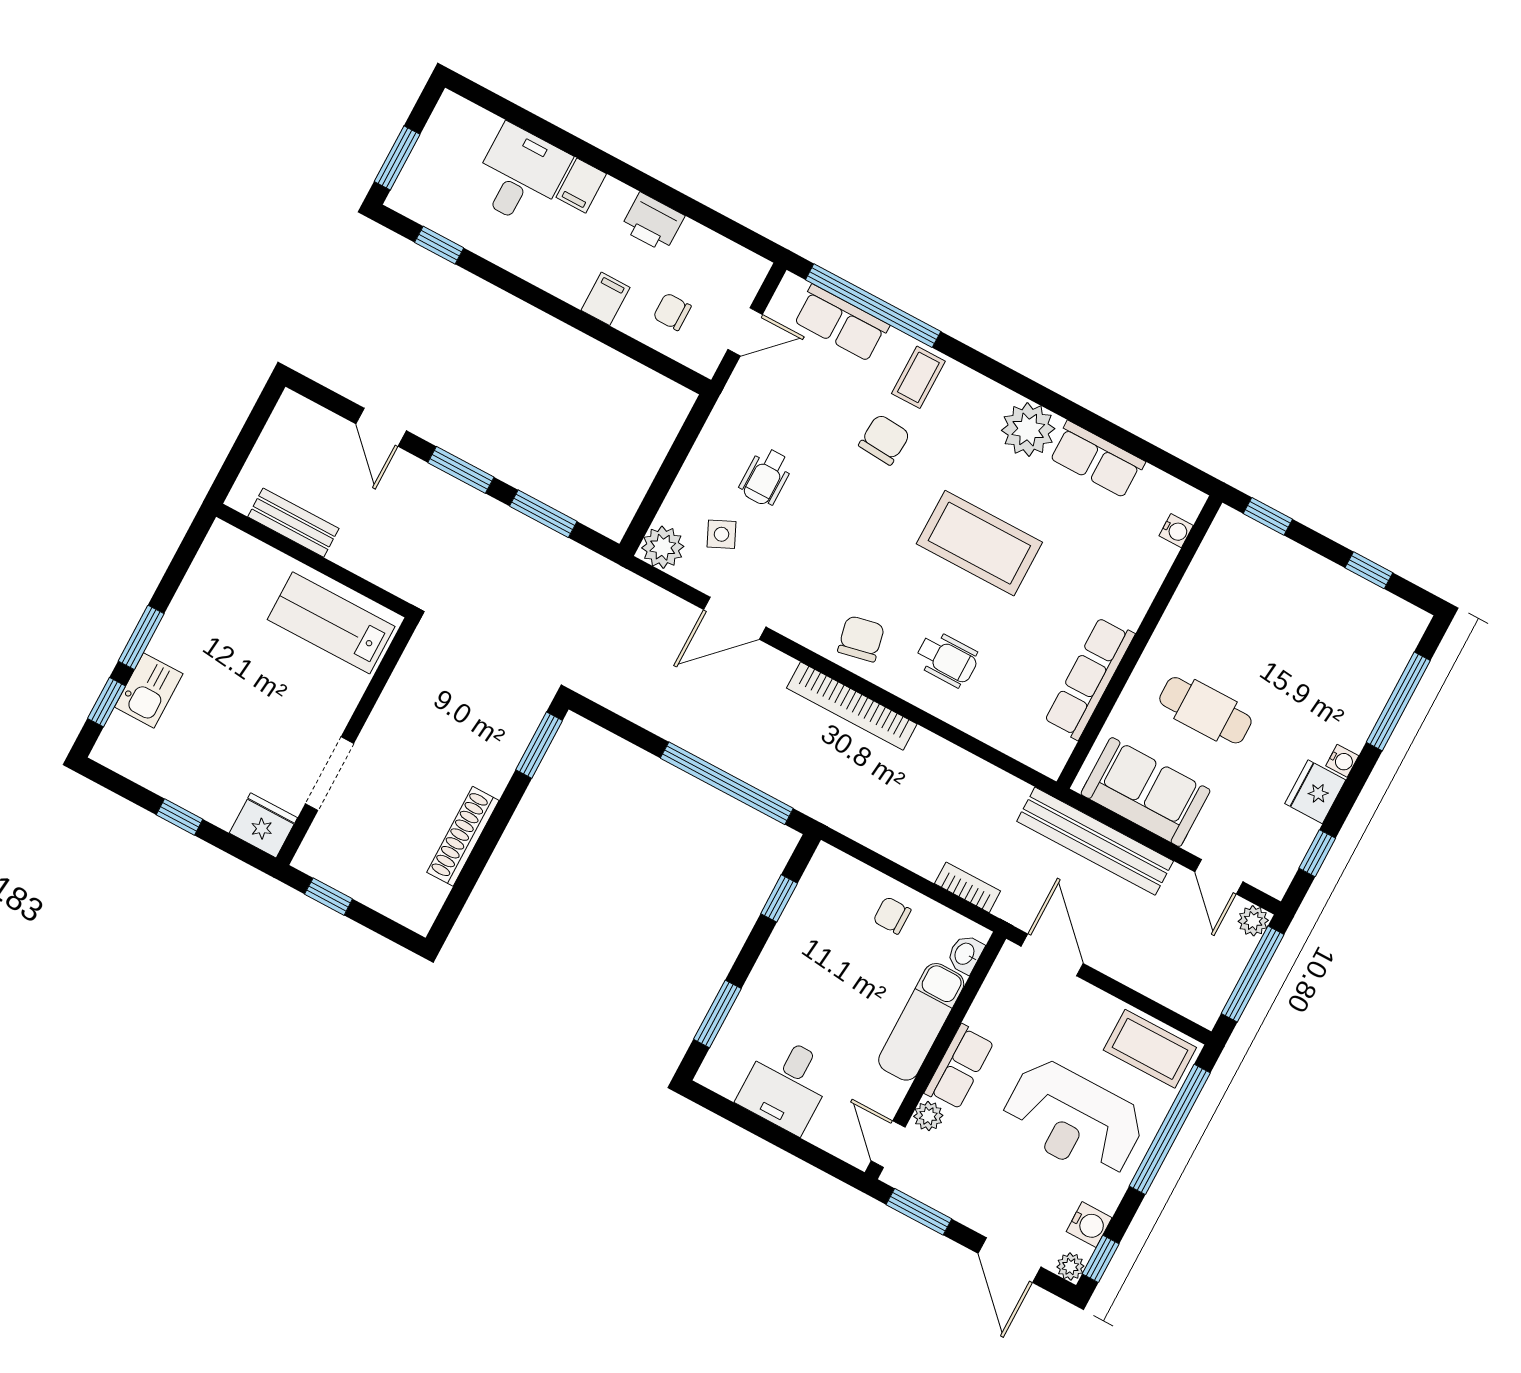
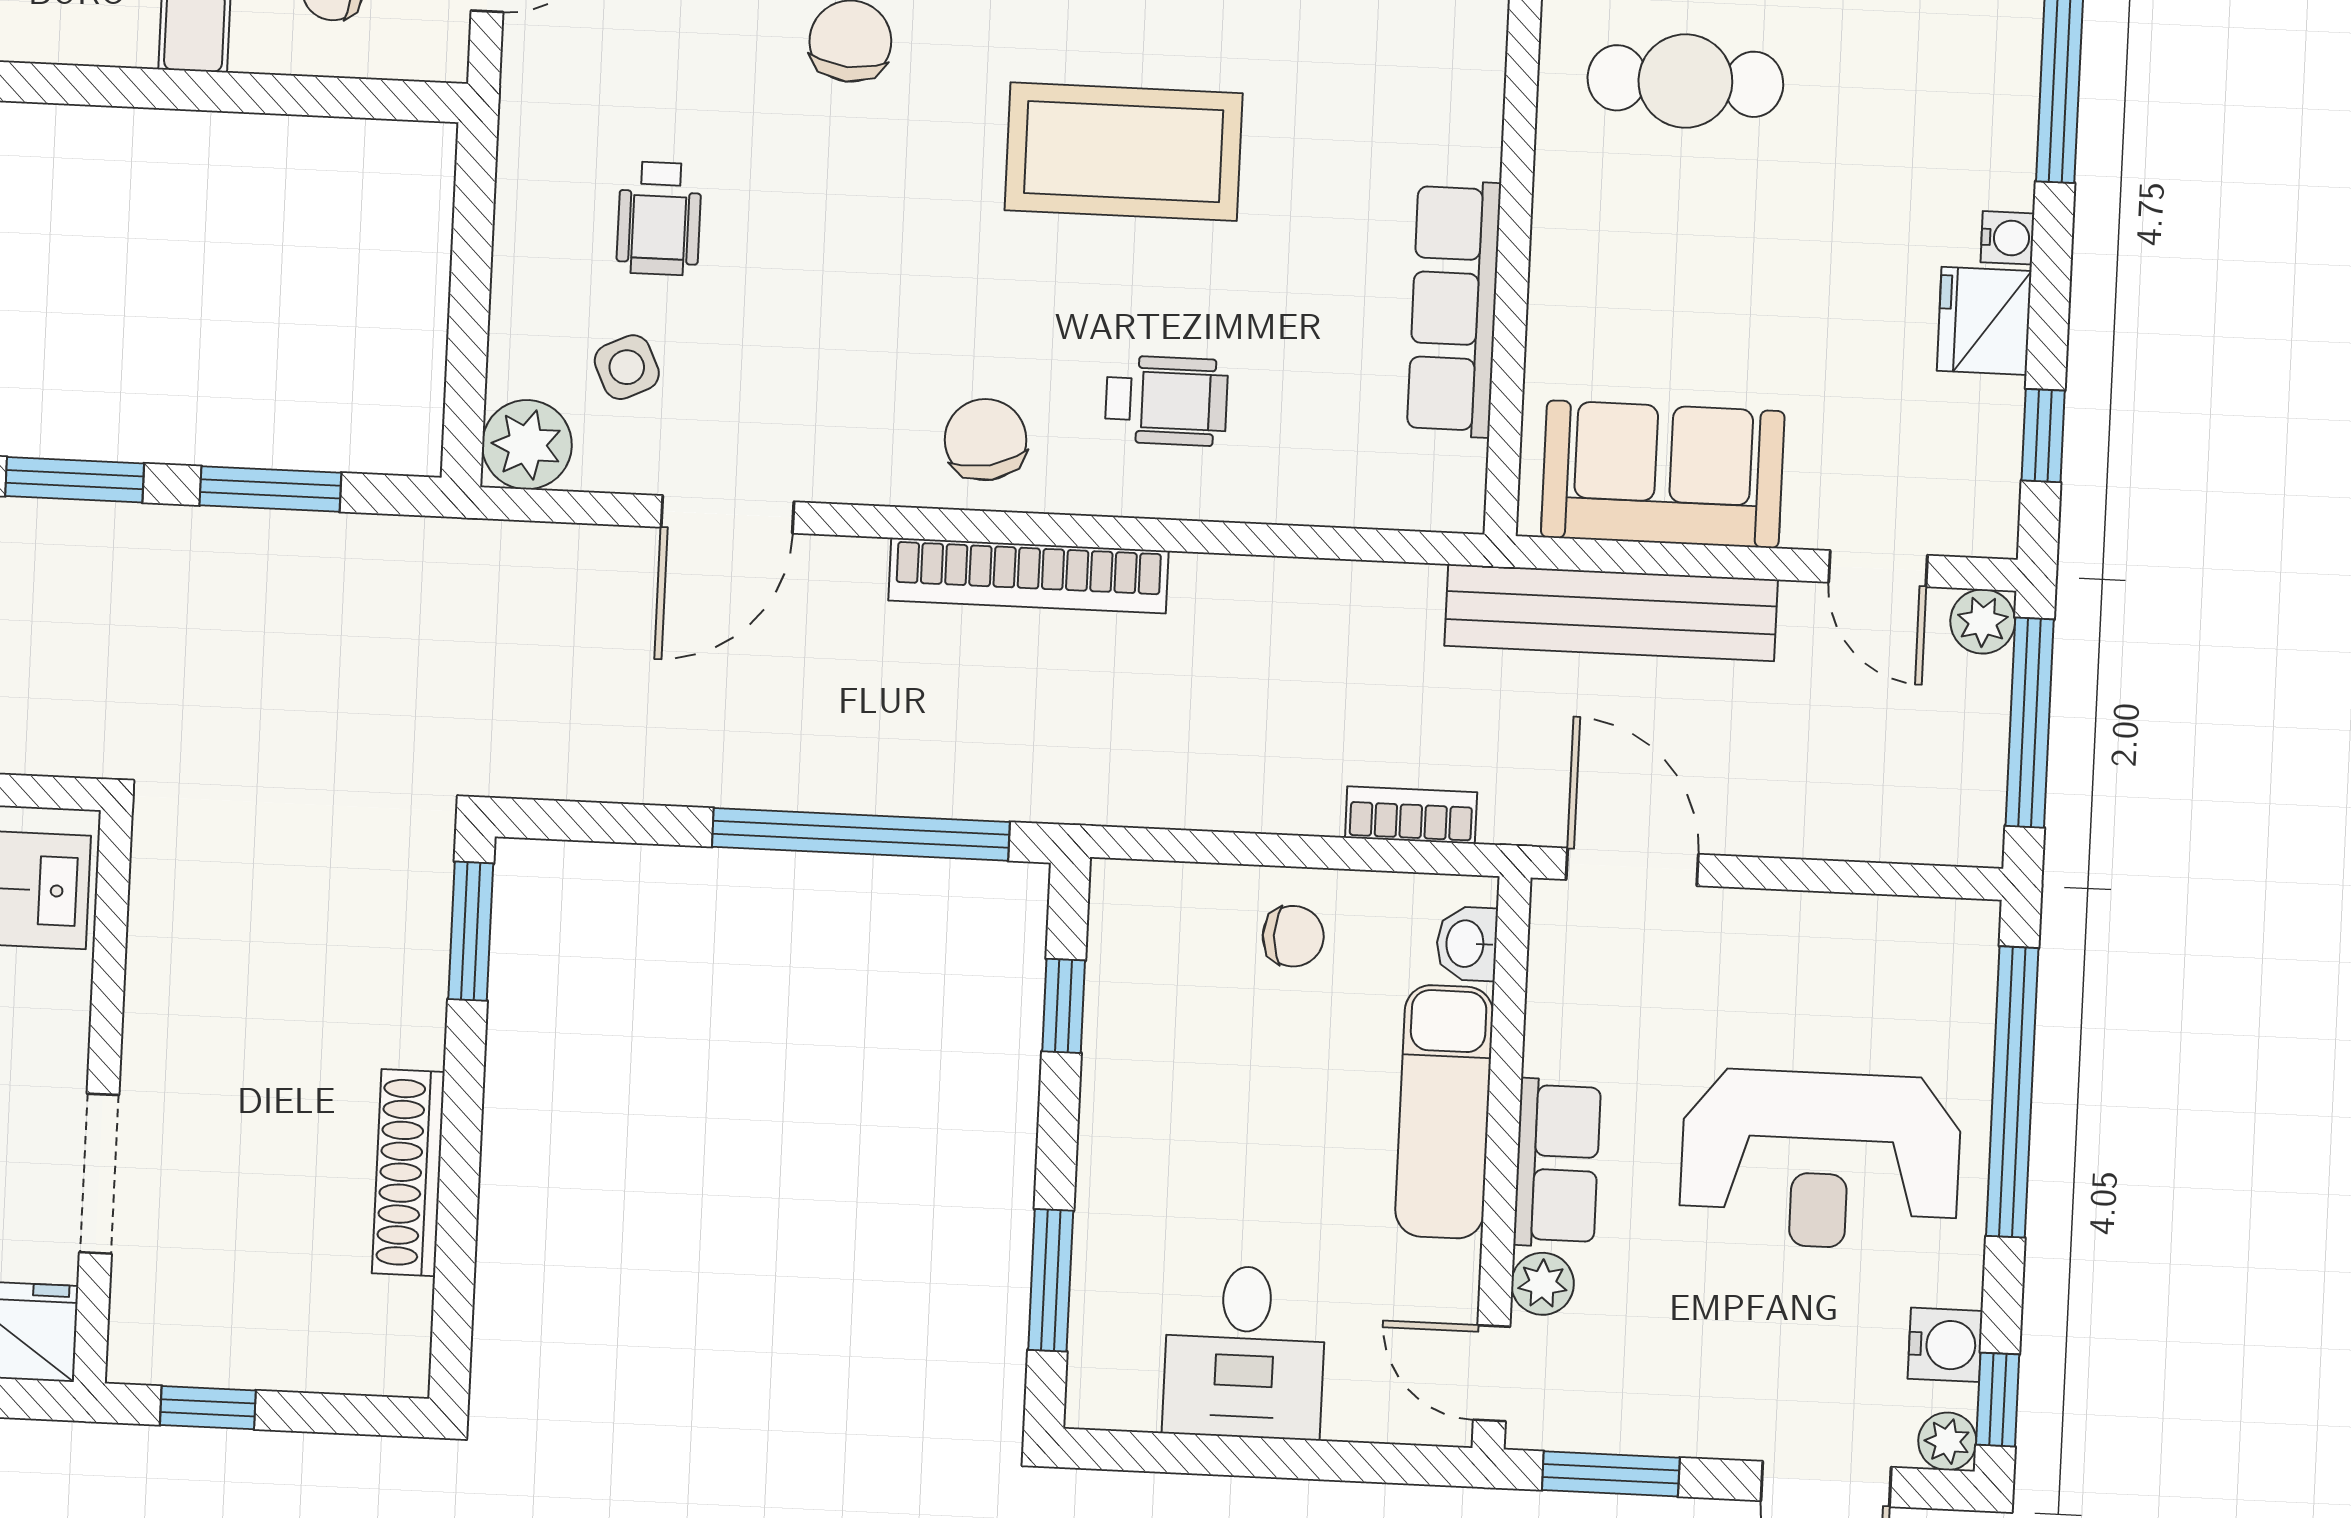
cafe table: (1205, 710) -> (1685, 81), moved
chair: (892, 915) -> (1293, 936), turned 180
coffee table: (1150, 1049) -> (1902, 957), removed

